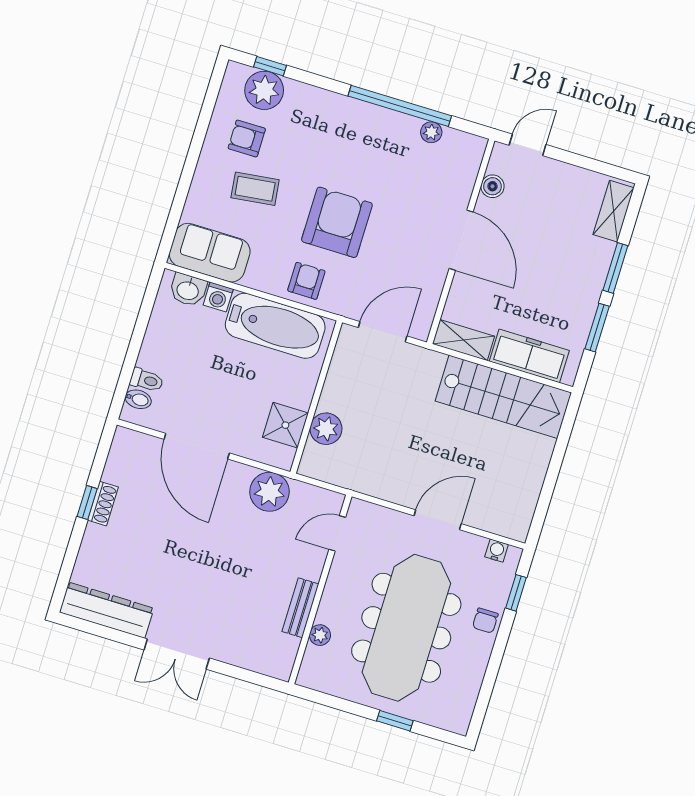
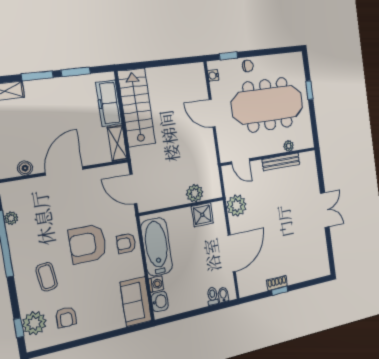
coffee table: (255, 189) -> (47, 277), moved
bench: (300, 608) -> (281, 162), width x1.36
dresser: (107, 610) -> (321, 254), removed

